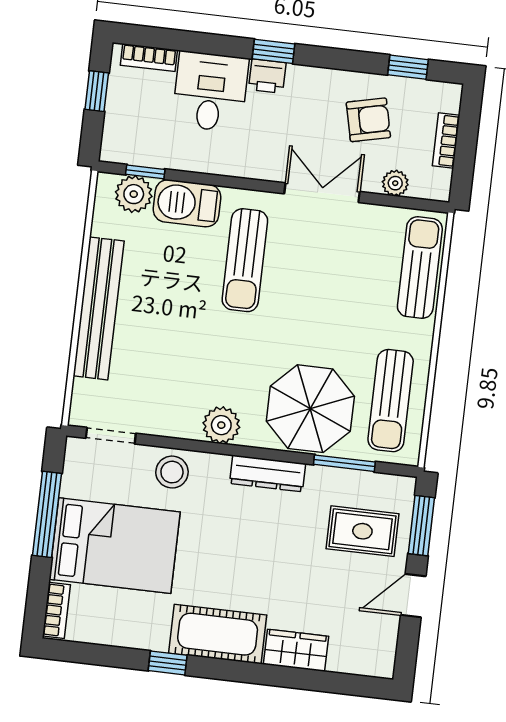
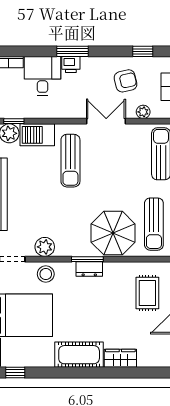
window: (273, 51) -> (73, 51), width x1.50
plant: (221, 425) -> (45, 247), moved
window: (344, 463) -> (87, 259), moved
dresser: (268, 474) -> (89, 269), width x0.70
rug: (362, 531) -> (147, 293), turned 90
window: (168, 663) -> (15, 373), moved

